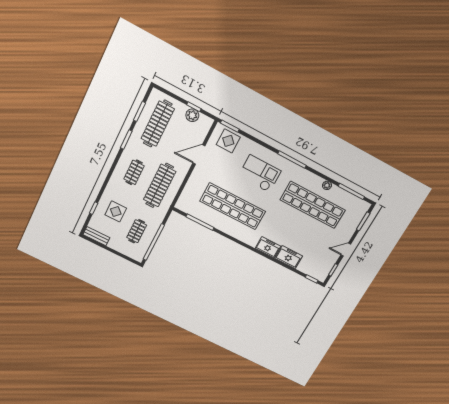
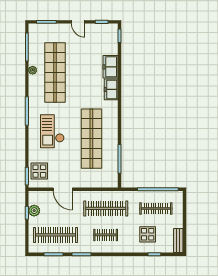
clothes rail: (137, 231) -> (156, 208), width x1.36

